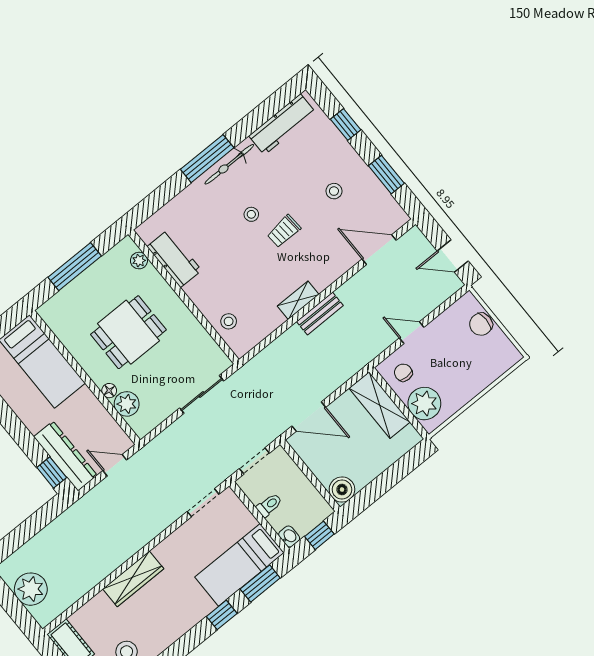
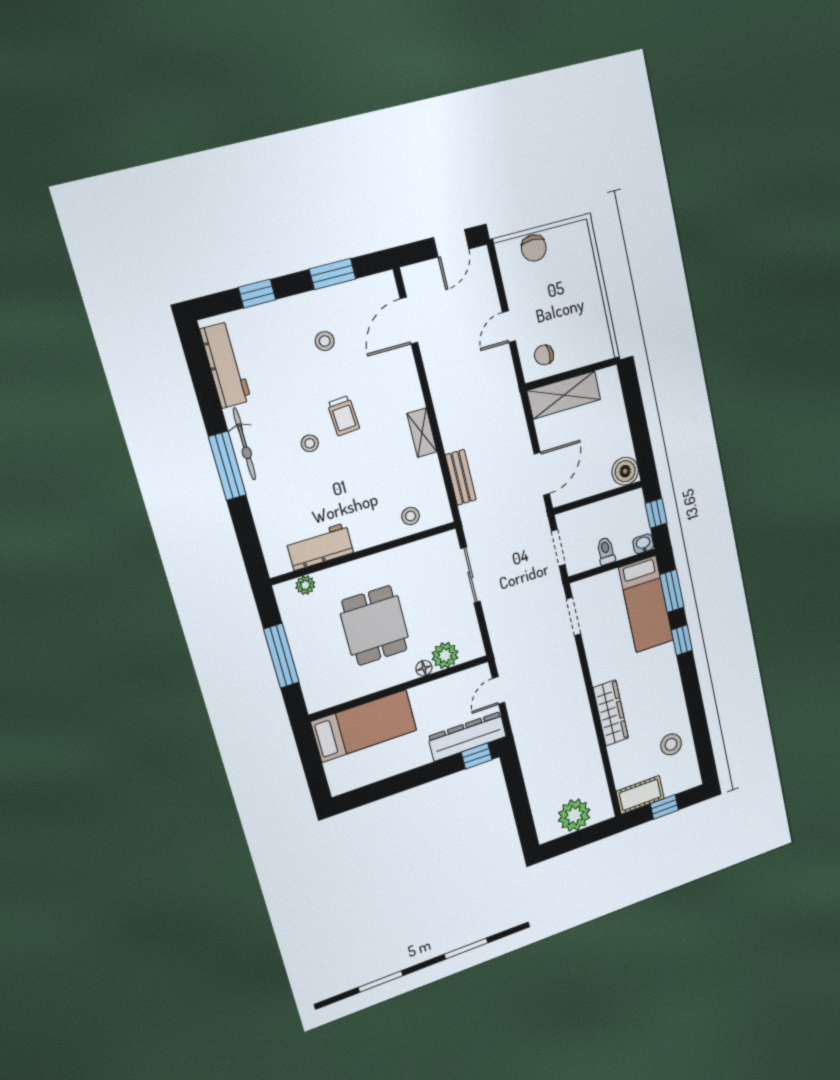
bench: (320, 314) -> (461, 477), moved
plant: (424, 404) -> (584, 347), removed

